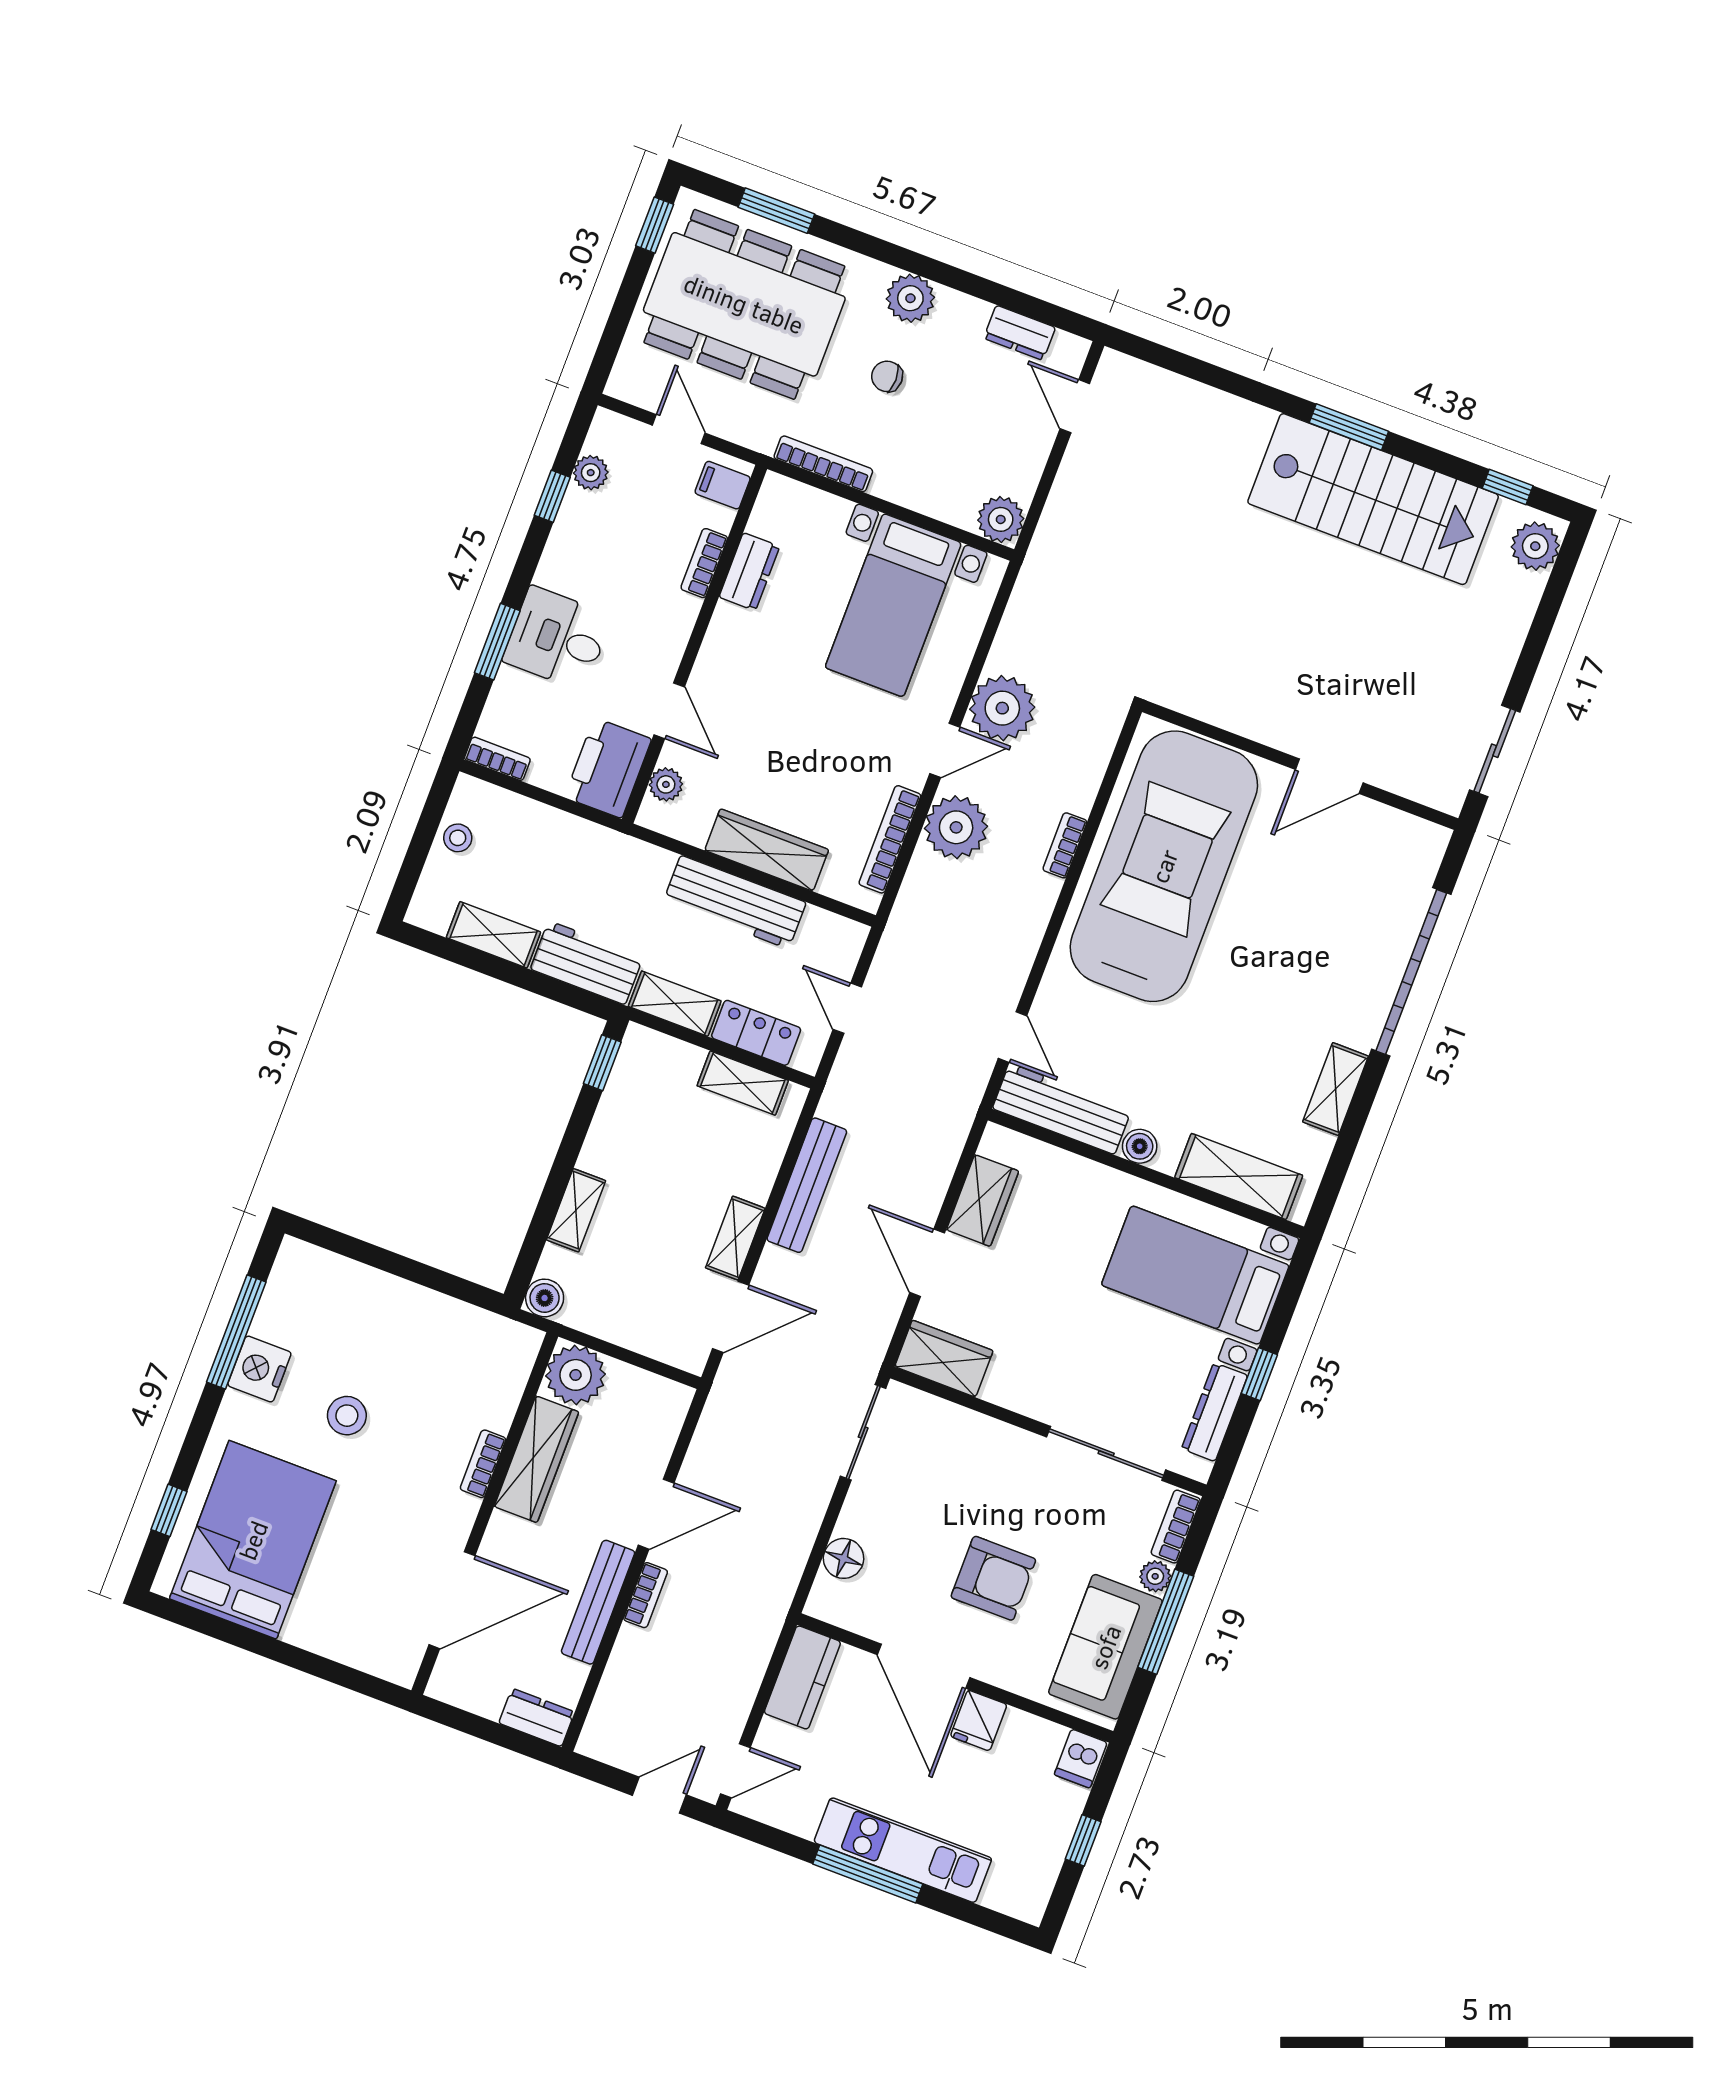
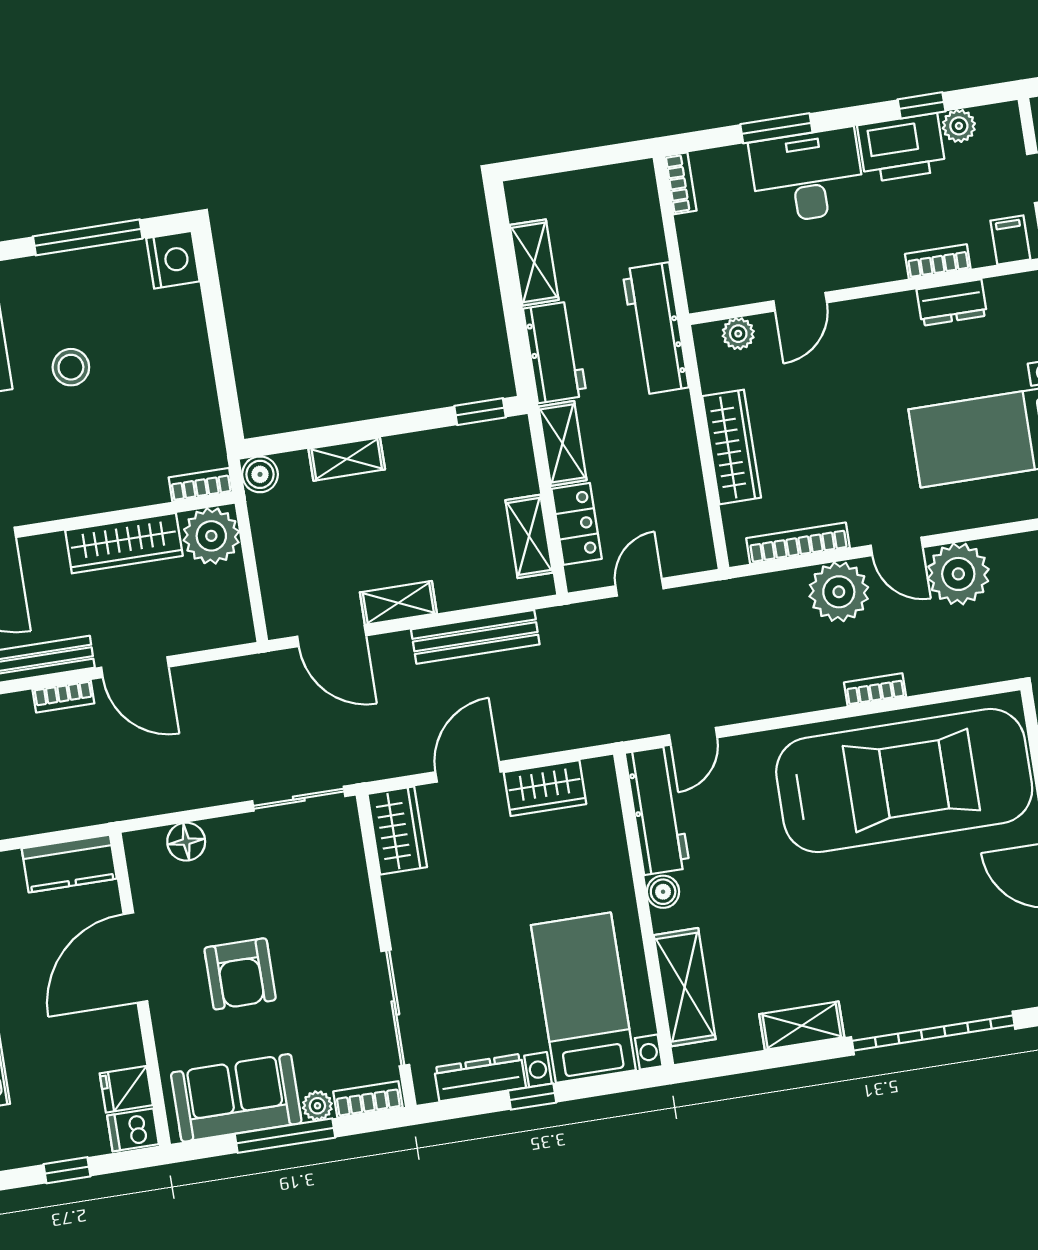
desk: (557, 638) -> (807, 176), width x1.37
printer: (608, 768) -> (902, 148), moved, turned 180
stool: (458, 838) -> (597, 188), removed
workbench: (735, 902) -> (655, 329), moved
nightstand: (259, 1369) -> (173, 260), moved, turned 90
bookcase: (483, 1464) -> (201, 485), moved
fridge: (979, 1720) -> (126, 1089), moved

